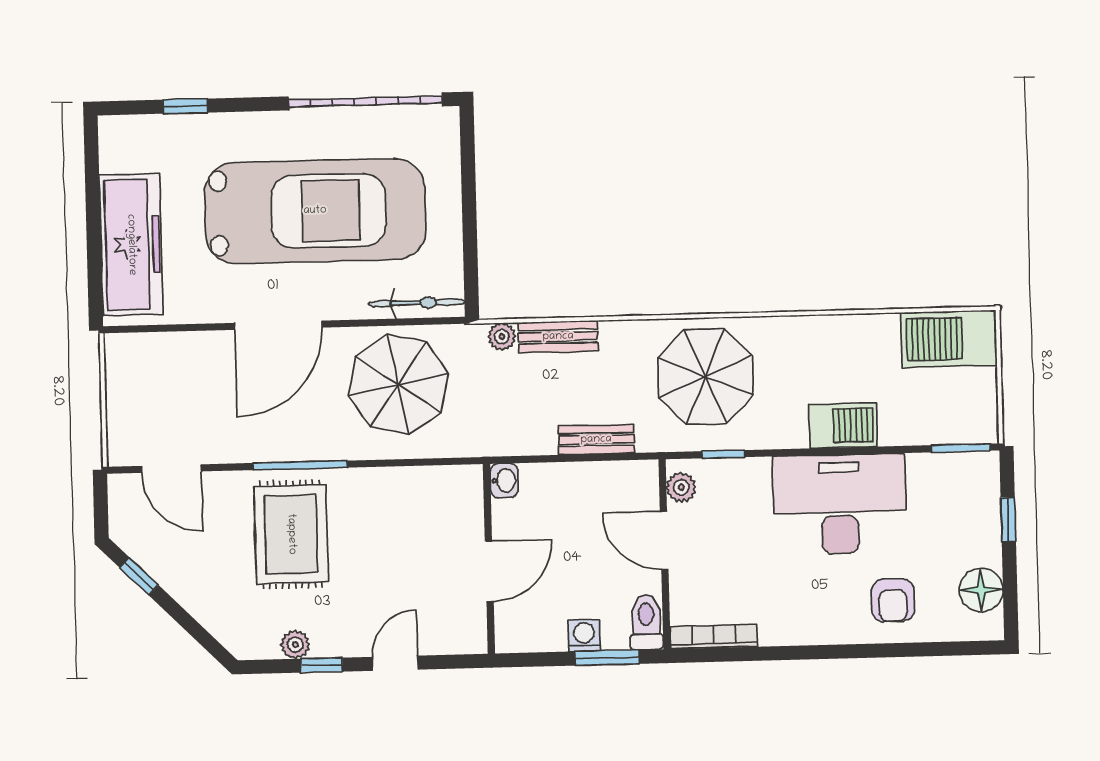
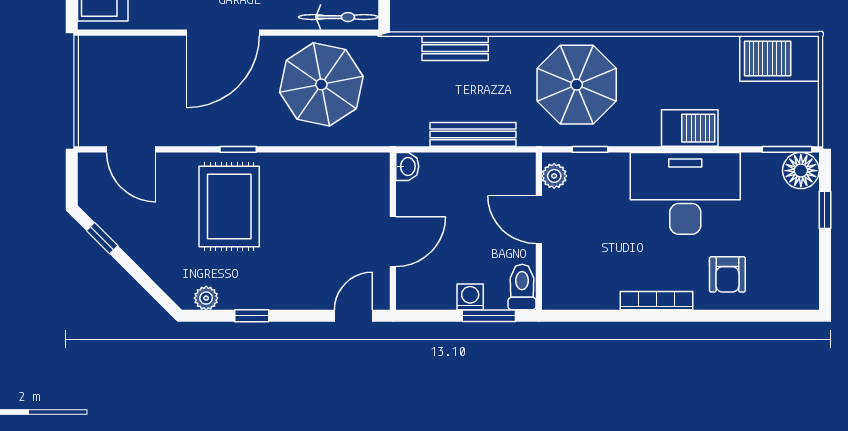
plant: (502, 337) -> (408, 47), removed
bench: (596, 440) -> (473, 134), width x1.36
window: (300, 465) -> (238, 149), width x0.46
floor lamp: (981, 590) -> (801, 171), moved
bookcase: (714, 637) -> (656, 301), moved
plant: (295, 644) -> (206, 298), moved
door: (395, 663) -> (353, 316), moved

